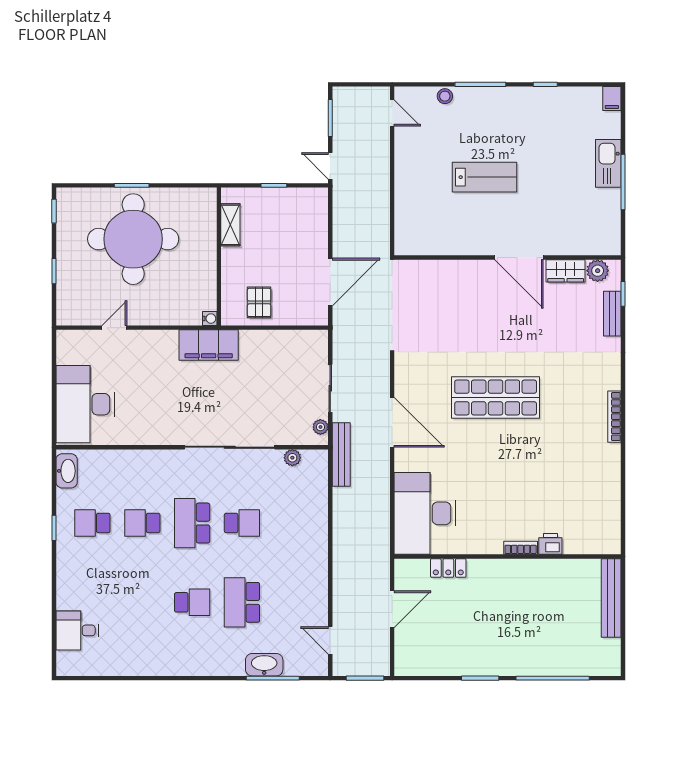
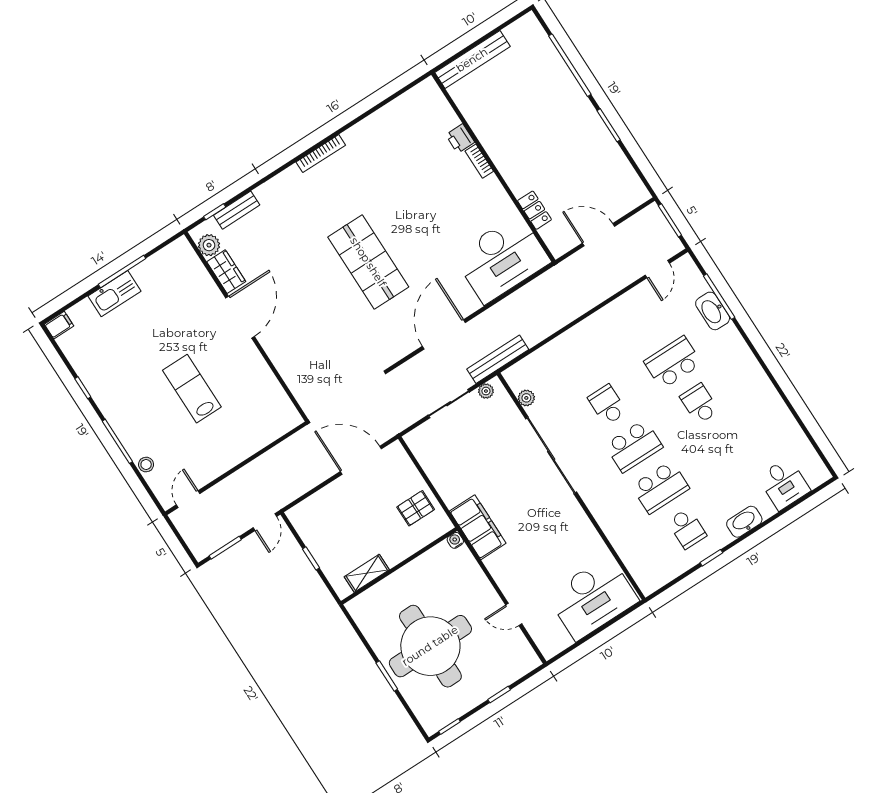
washbasin: (67, 471) -> (744, 522), moved
school desk: (142, 523) -> (660, 487), width x1.85
school desk: (242, 602) -> (673, 363), turned 180

